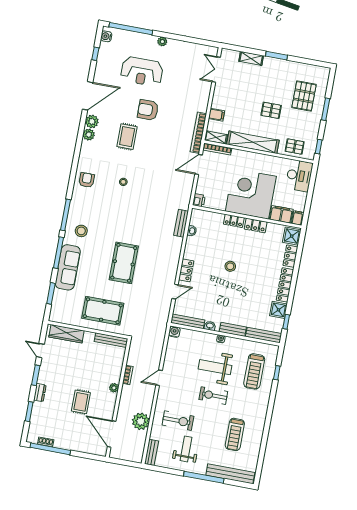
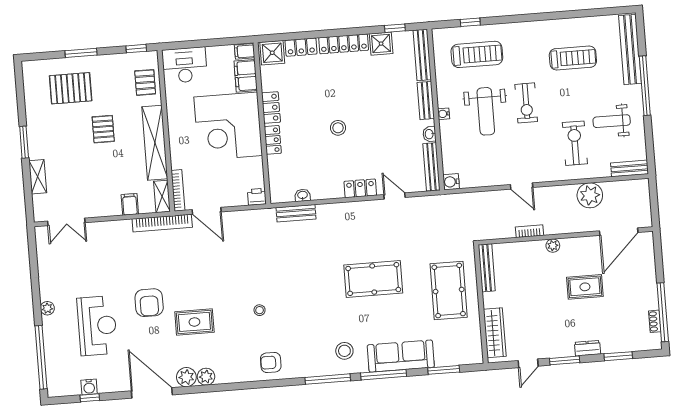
water cooler: (106, 36) -> (89, 387), moved

